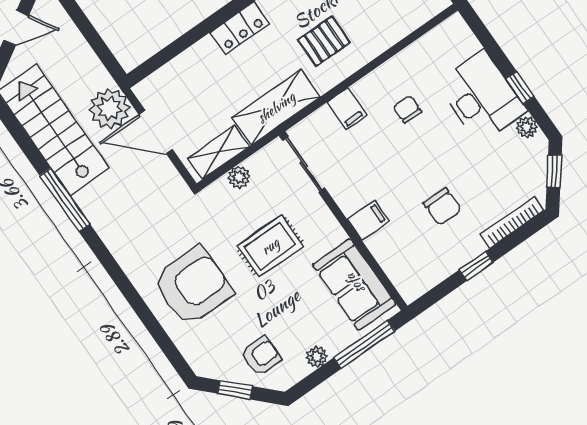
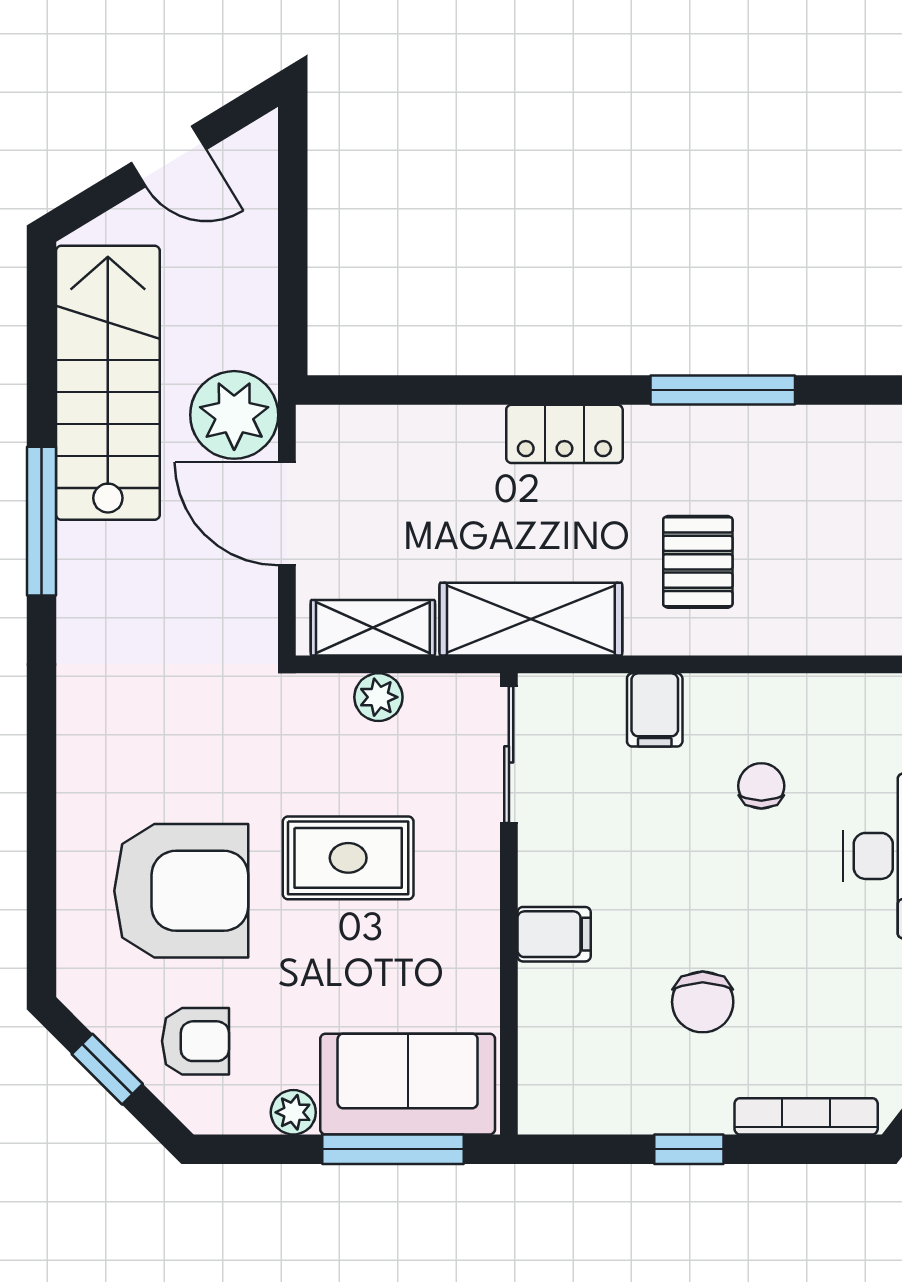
pallet: (324, 41) -> (698, 562), turned 90
sofa: (354, 284) -> (408, 1084), moved, turned 90
armchair: (193, 286) -> (181, 891), moved

